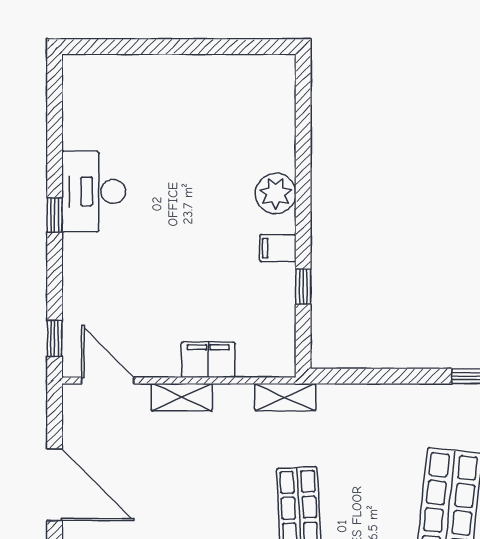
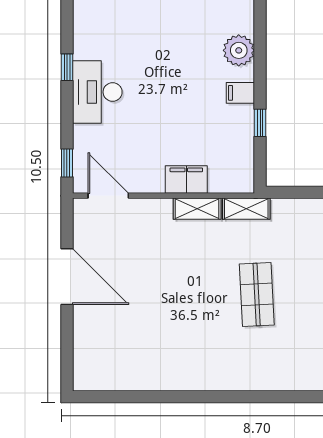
desk: (94, 192) -> (97, 92), moved
shelving: (182, 397) -> (197, 209), moved

